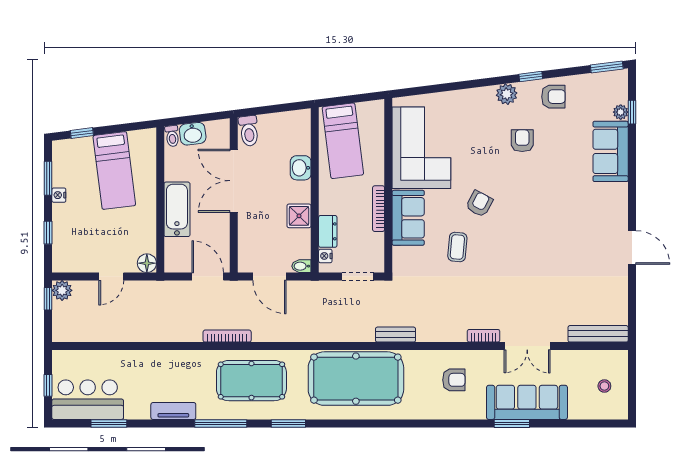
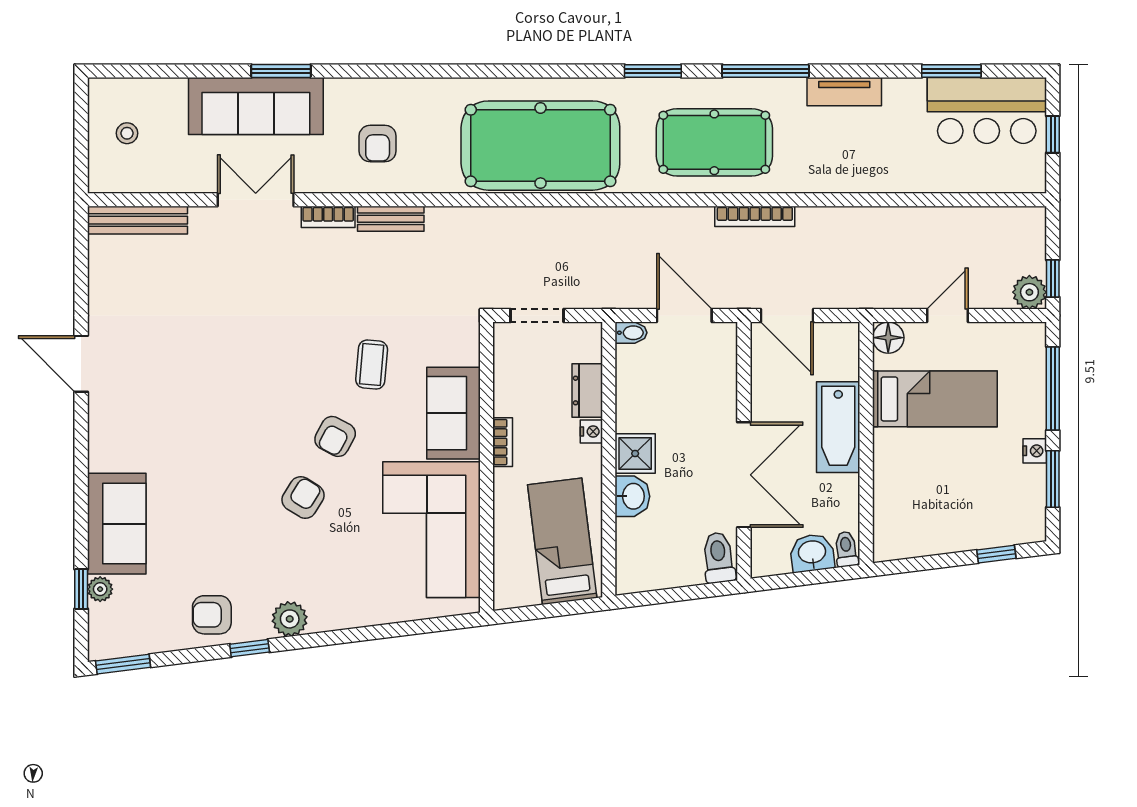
armchair: (522, 141) -> (303, 497), moved, turned -148
bed: (114, 171) -> (935, 399), moved, turned 97
bookcase: (379, 209) -> (503, 442), width x0.64
shower: (299, 216) -> (635, 454), moved
window: (48, 233) -> (1053, 389), width x2.17
nightstand: (325, 256) -> (591, 431), moved
bench: (396, 335) -> (391, 219), moved
armchair: (454, 380) -> (378, 143), turned -90

